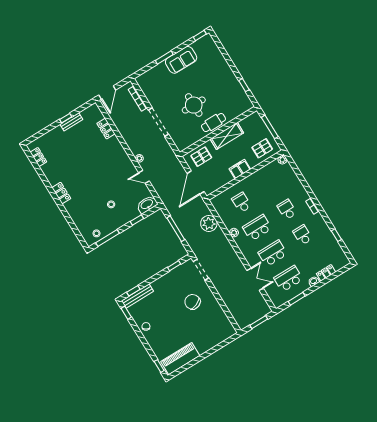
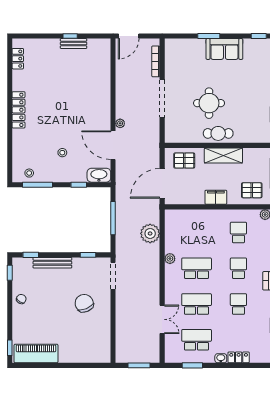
locker: (106, 129) -> (105, 72), removed
door: (144, 177) -> (113, 145), width x1.88
locker: (61, 193) -> (18, 110), width x1.53
school desk: (241, 202) -> (238, 233), moved
bench: (137, 296) -> (52, 263), moved

